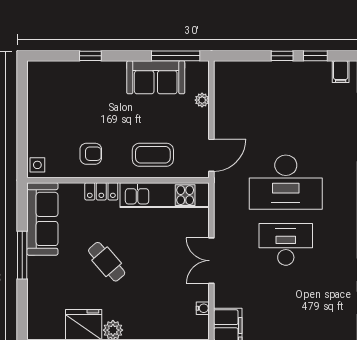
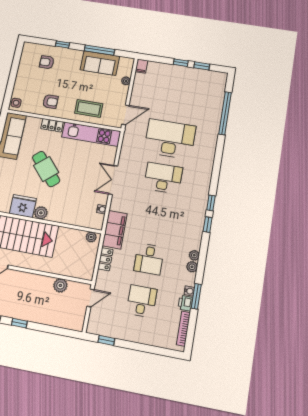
window: (176, 56) -> (99, 50), moved
filing cabinet: (341, 72) -> (142, 66), moved
armchair: (71, 90) -> (47, 62), added
desk: (286, 182) -> (170, 139), turned 180
cafe table: (107, 262) -> (46, 169), width x1.37, depth x1.35

